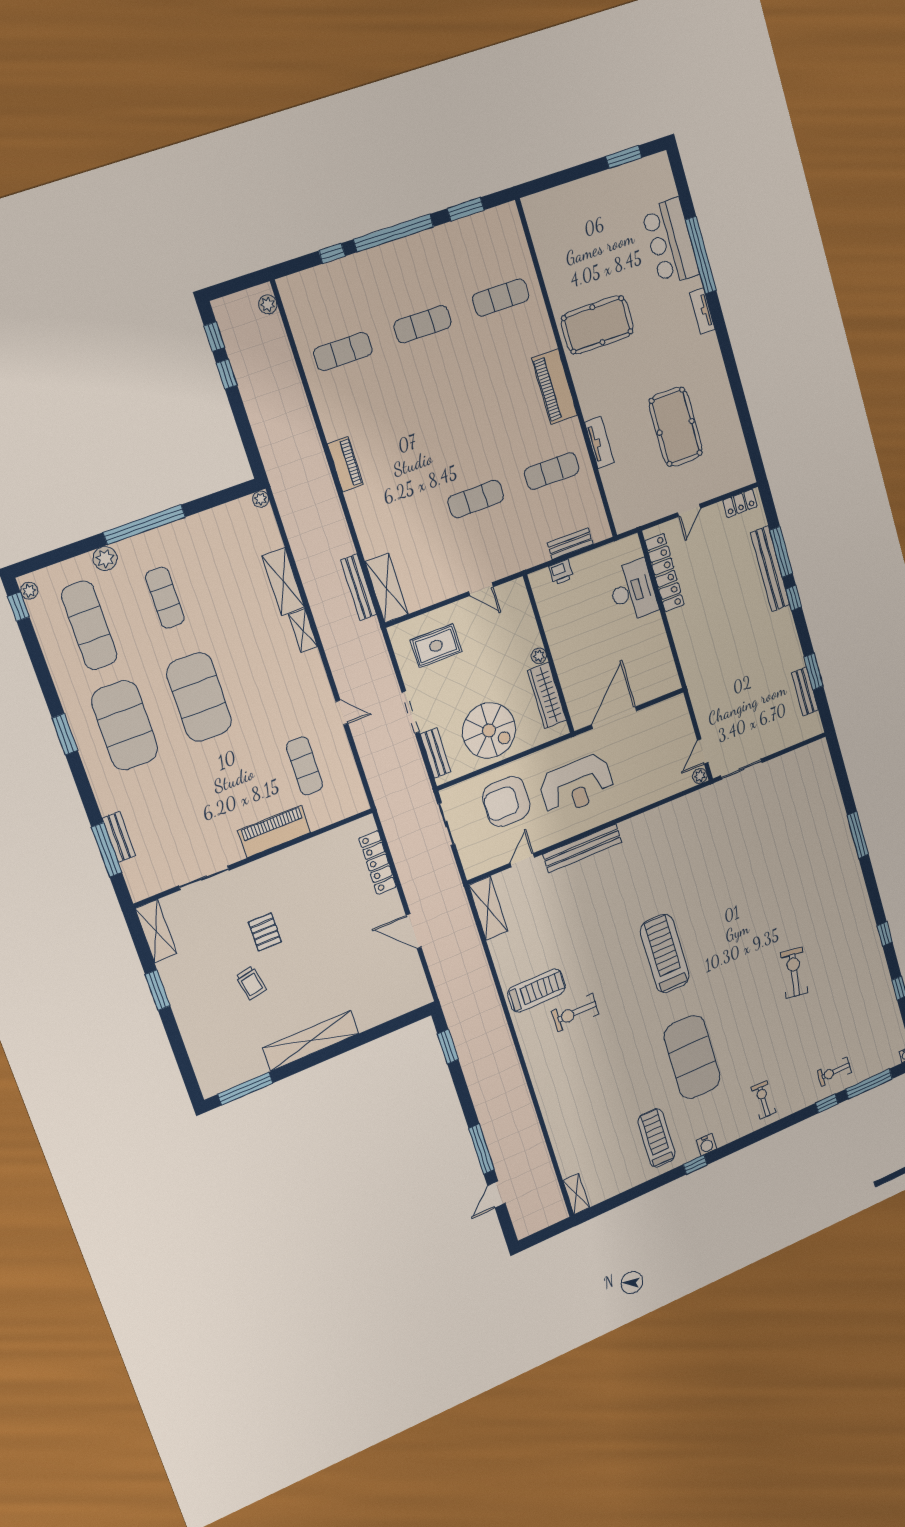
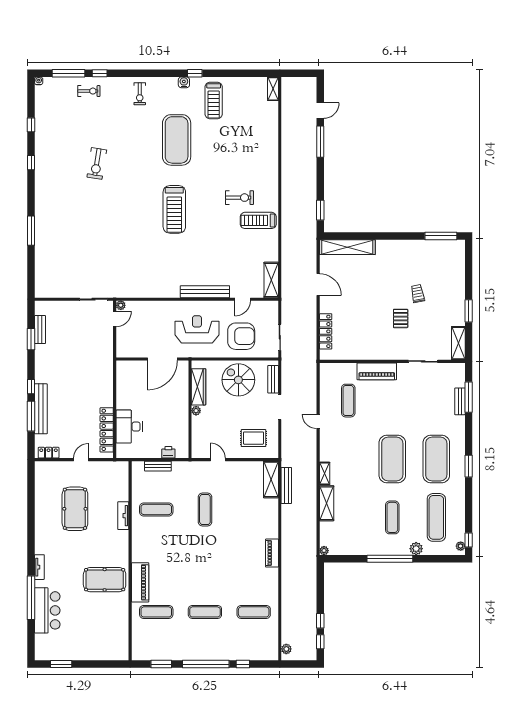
piano: (555, 387) -> (140, 582), moved
exercise mat: (476, 499) -> (205, 509), turned 90
shelving: (311, 1041) -> (347, 247), moved

